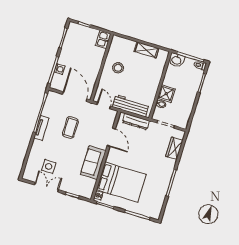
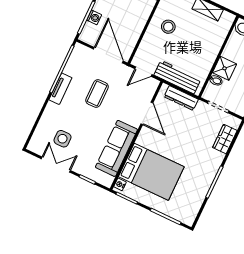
door: (104, 105) -> (143, 72), swing flipped
sofa: (93, 163) -> (116, 148), width x1.36

